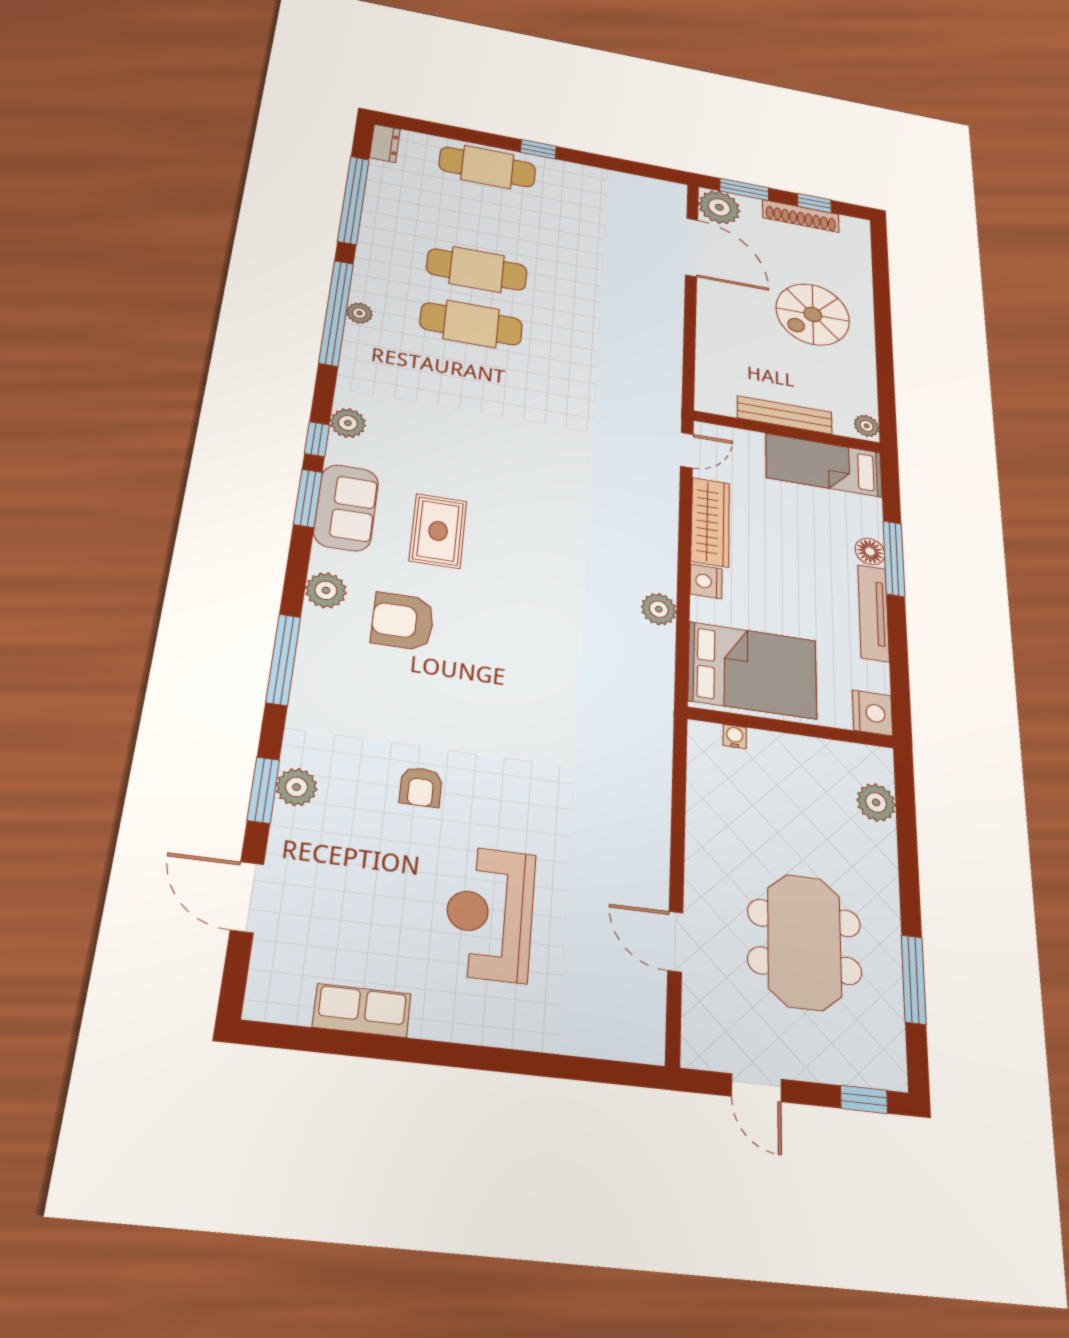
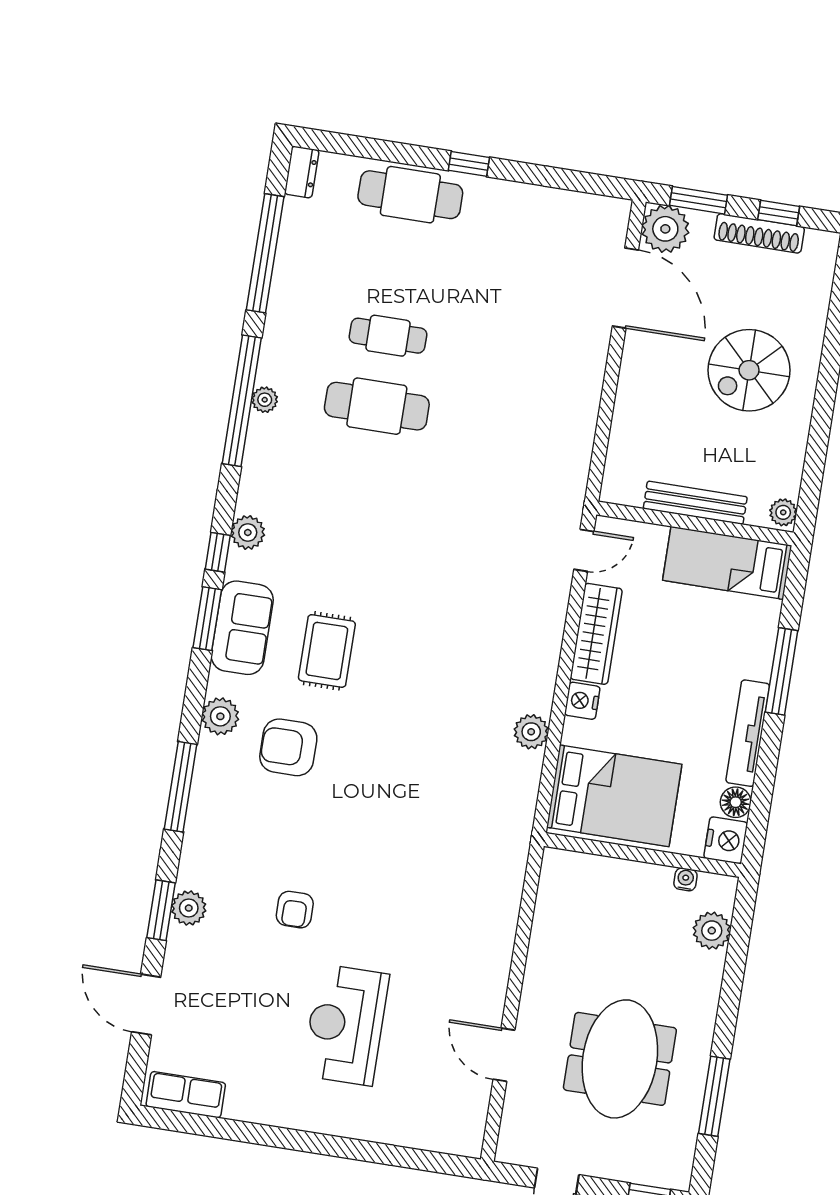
cafe table: (477, 270) -> (388, 336), width x0.73, depth x0.74
floor lamp: (870, 551) -> (736, 802), moved
water cooler: (735, 737) -> (685, 879), moved
row of seats: (362, 1010) -> (186, 1095), moved

